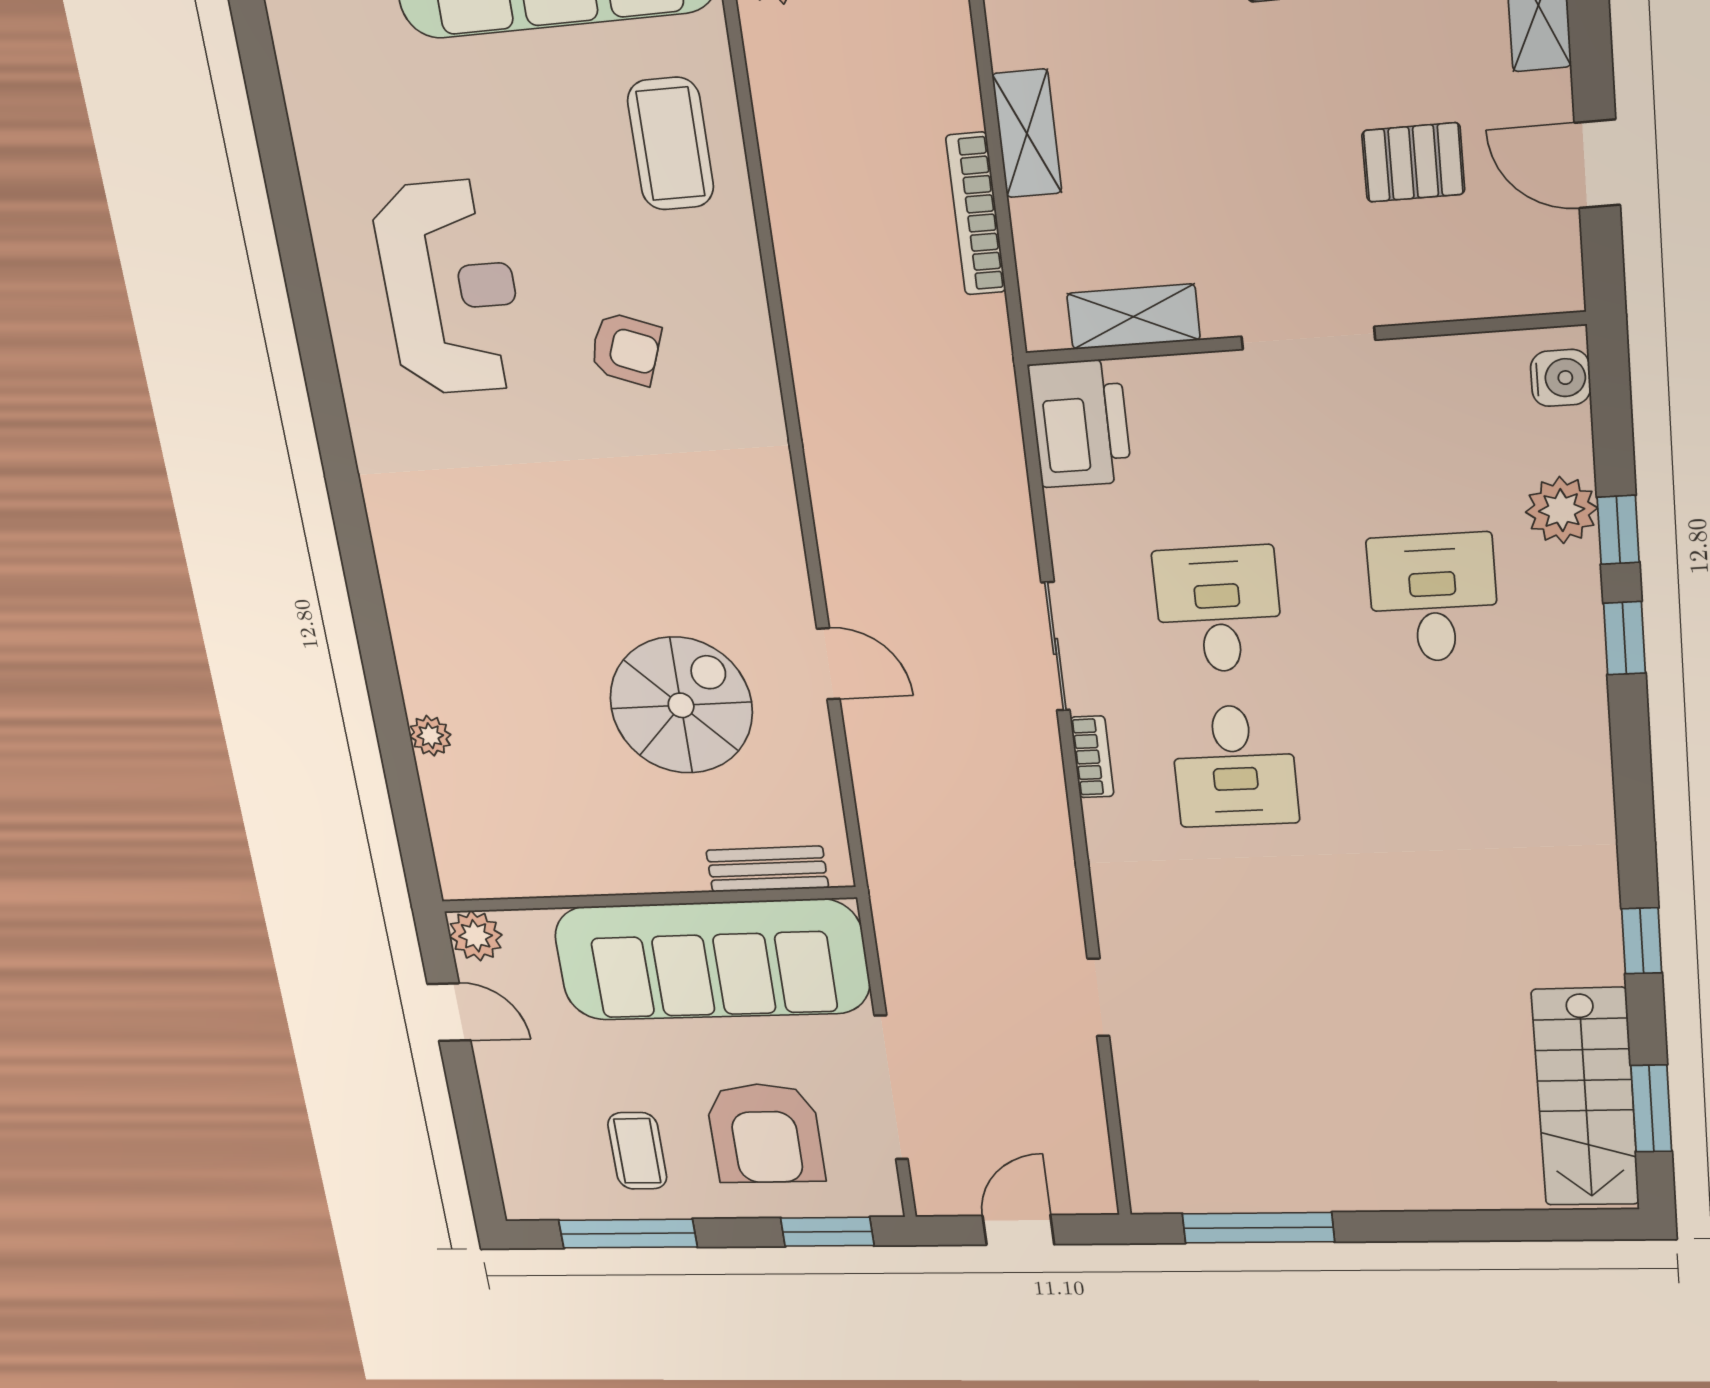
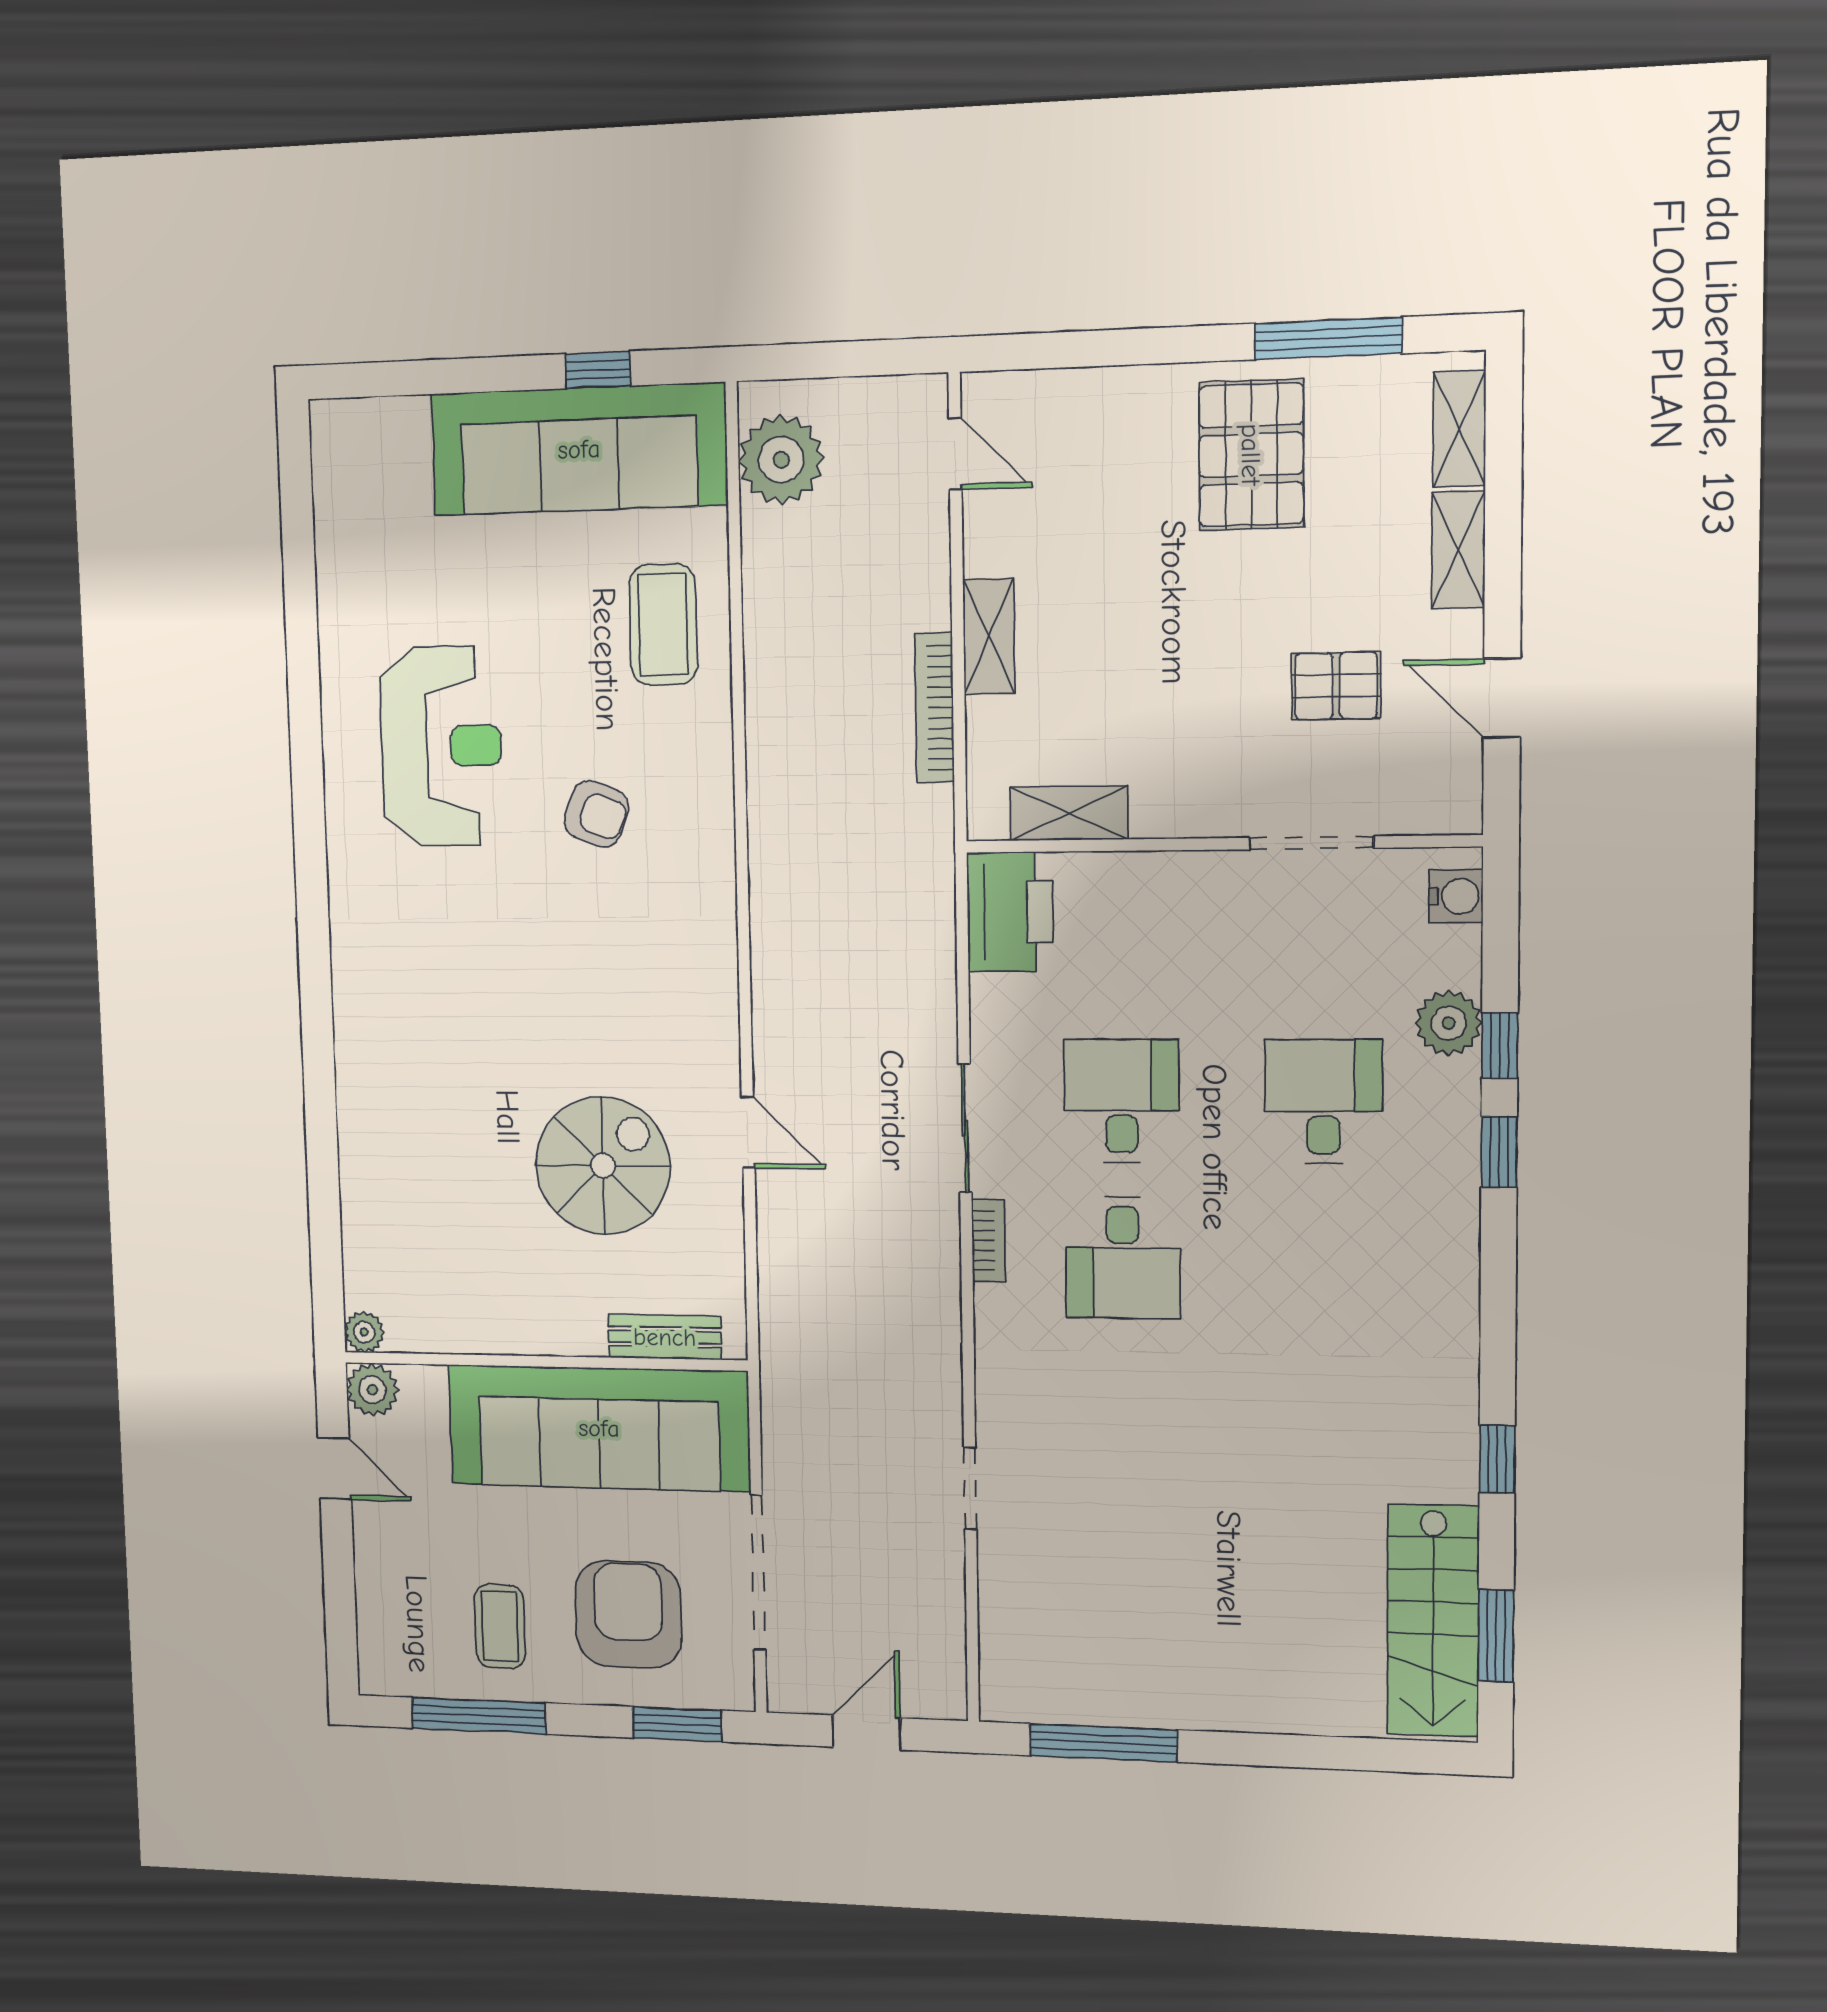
doorway: (1308, 338) -> (1311, 843), moved
plant: (430, 736) -> (364, 1332), moved
armchair: (765, 1133) -> (628, 1615), turned 180

